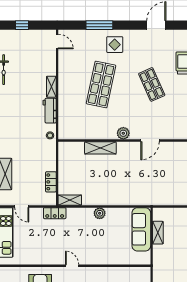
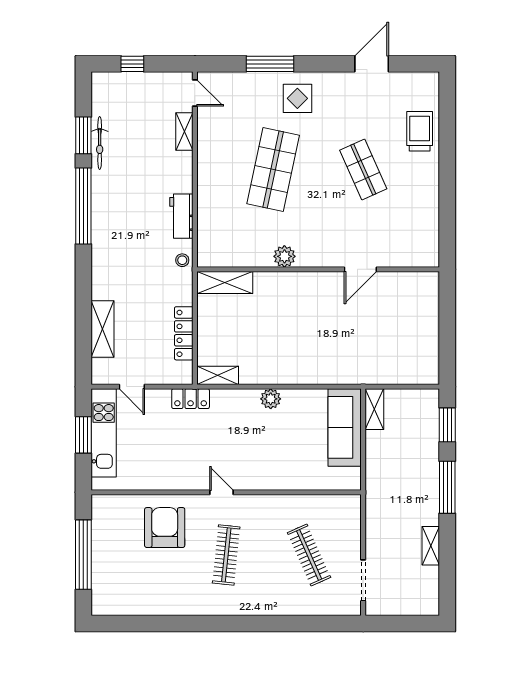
shelving: (51, 87) -> (184, 131), moved
plant: (123, 133) -> (284, 256), moved
shelving: (100, 148) -> (225, 282), moved
locker: (51, 182) -> (184, 333), width x1.53
shelving: (158, 233) -> (374, 409), moved

